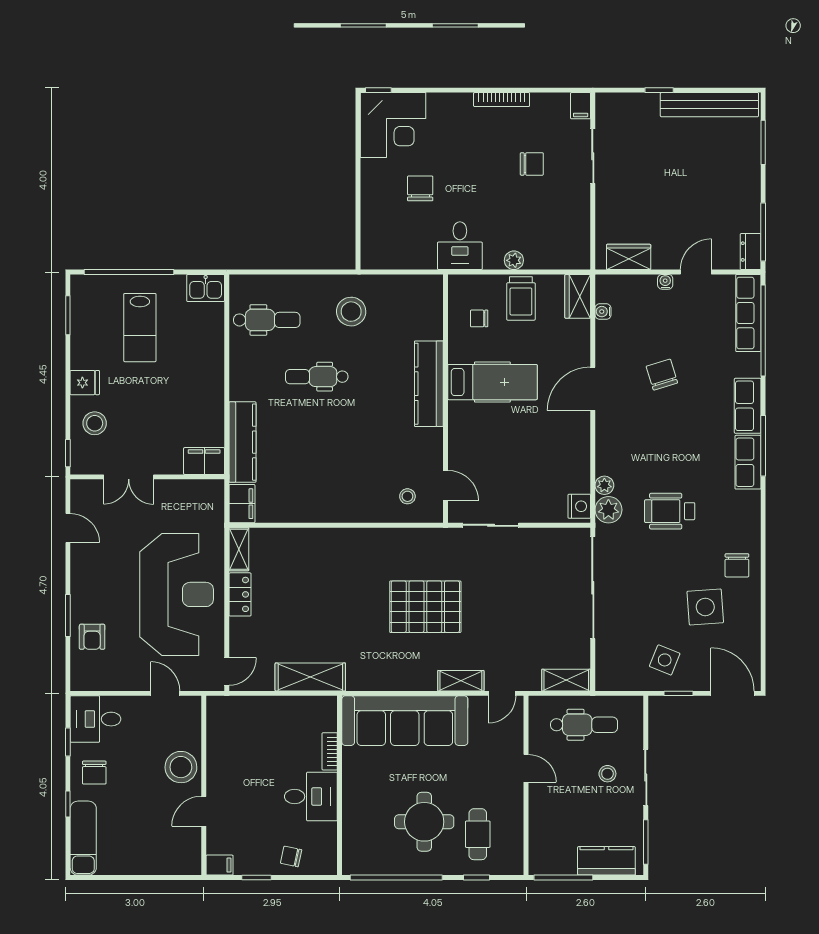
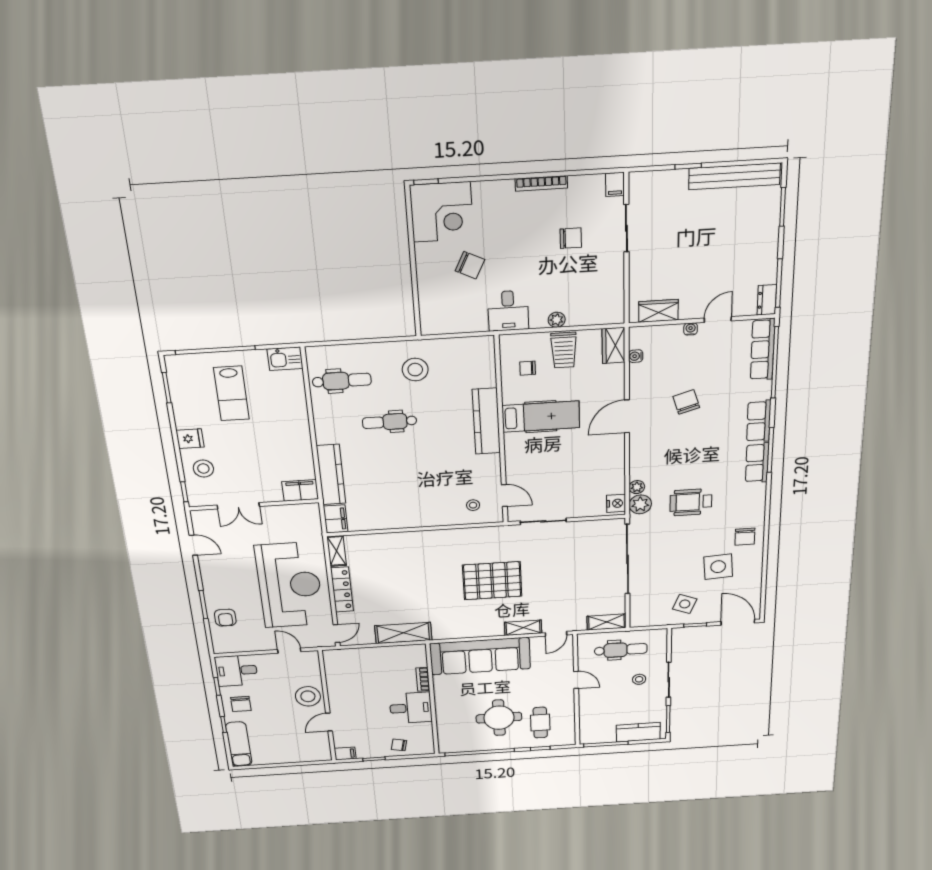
chair: (420, 188) -> (470, 265), turned 116
locker: (240, 594) -> (342, 590), width x1.53

